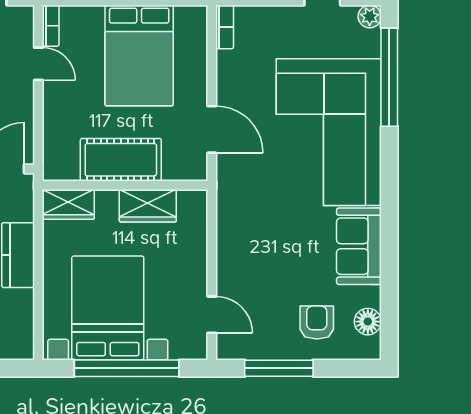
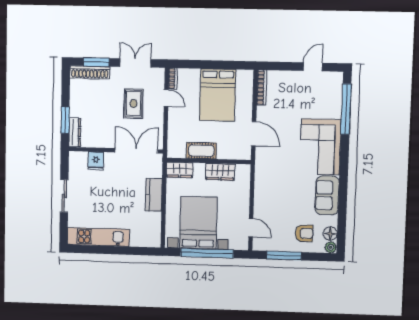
plant: (370, 16) -> (331, 247), moved
bookcase: (225, 27) -> (262, 88), width x1.56
corner sofa: (329, 132) -> (321, 147), width x0.73, depth x0.74
cot: (121, 160) -> (201, 151), width x0.73, depth x0.75
armchair: (317, 323) -> (304, 233), turned 90

